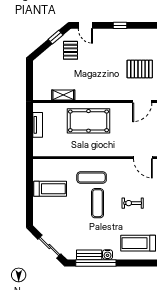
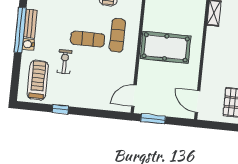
pool table: (88, 121) -> (166, 47), moved, turned 90
exercise bike: (133, 203) -> (65, 62), moved

